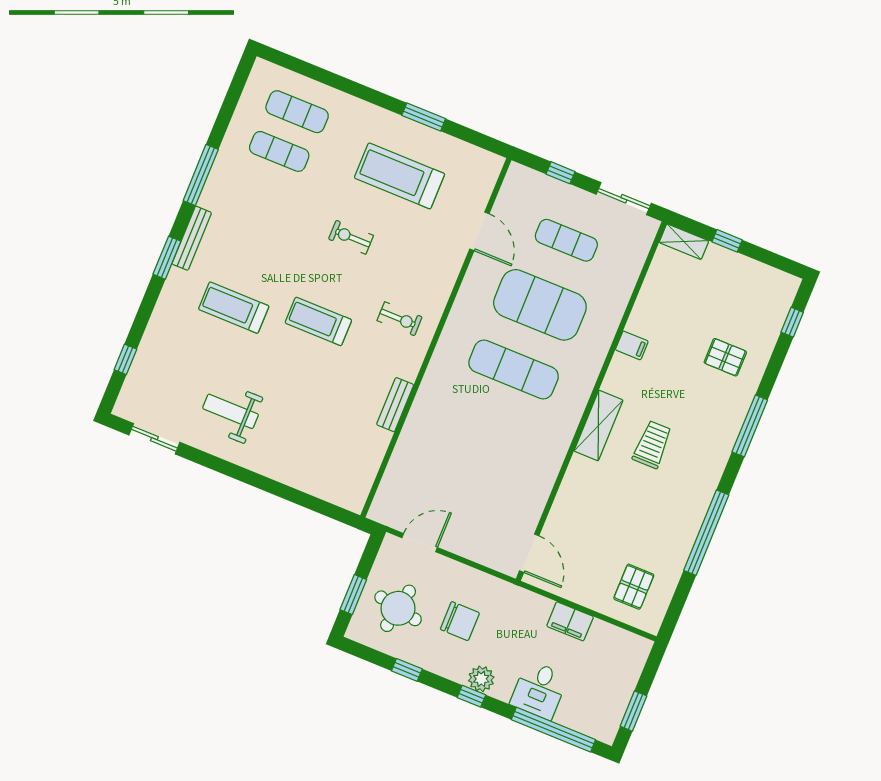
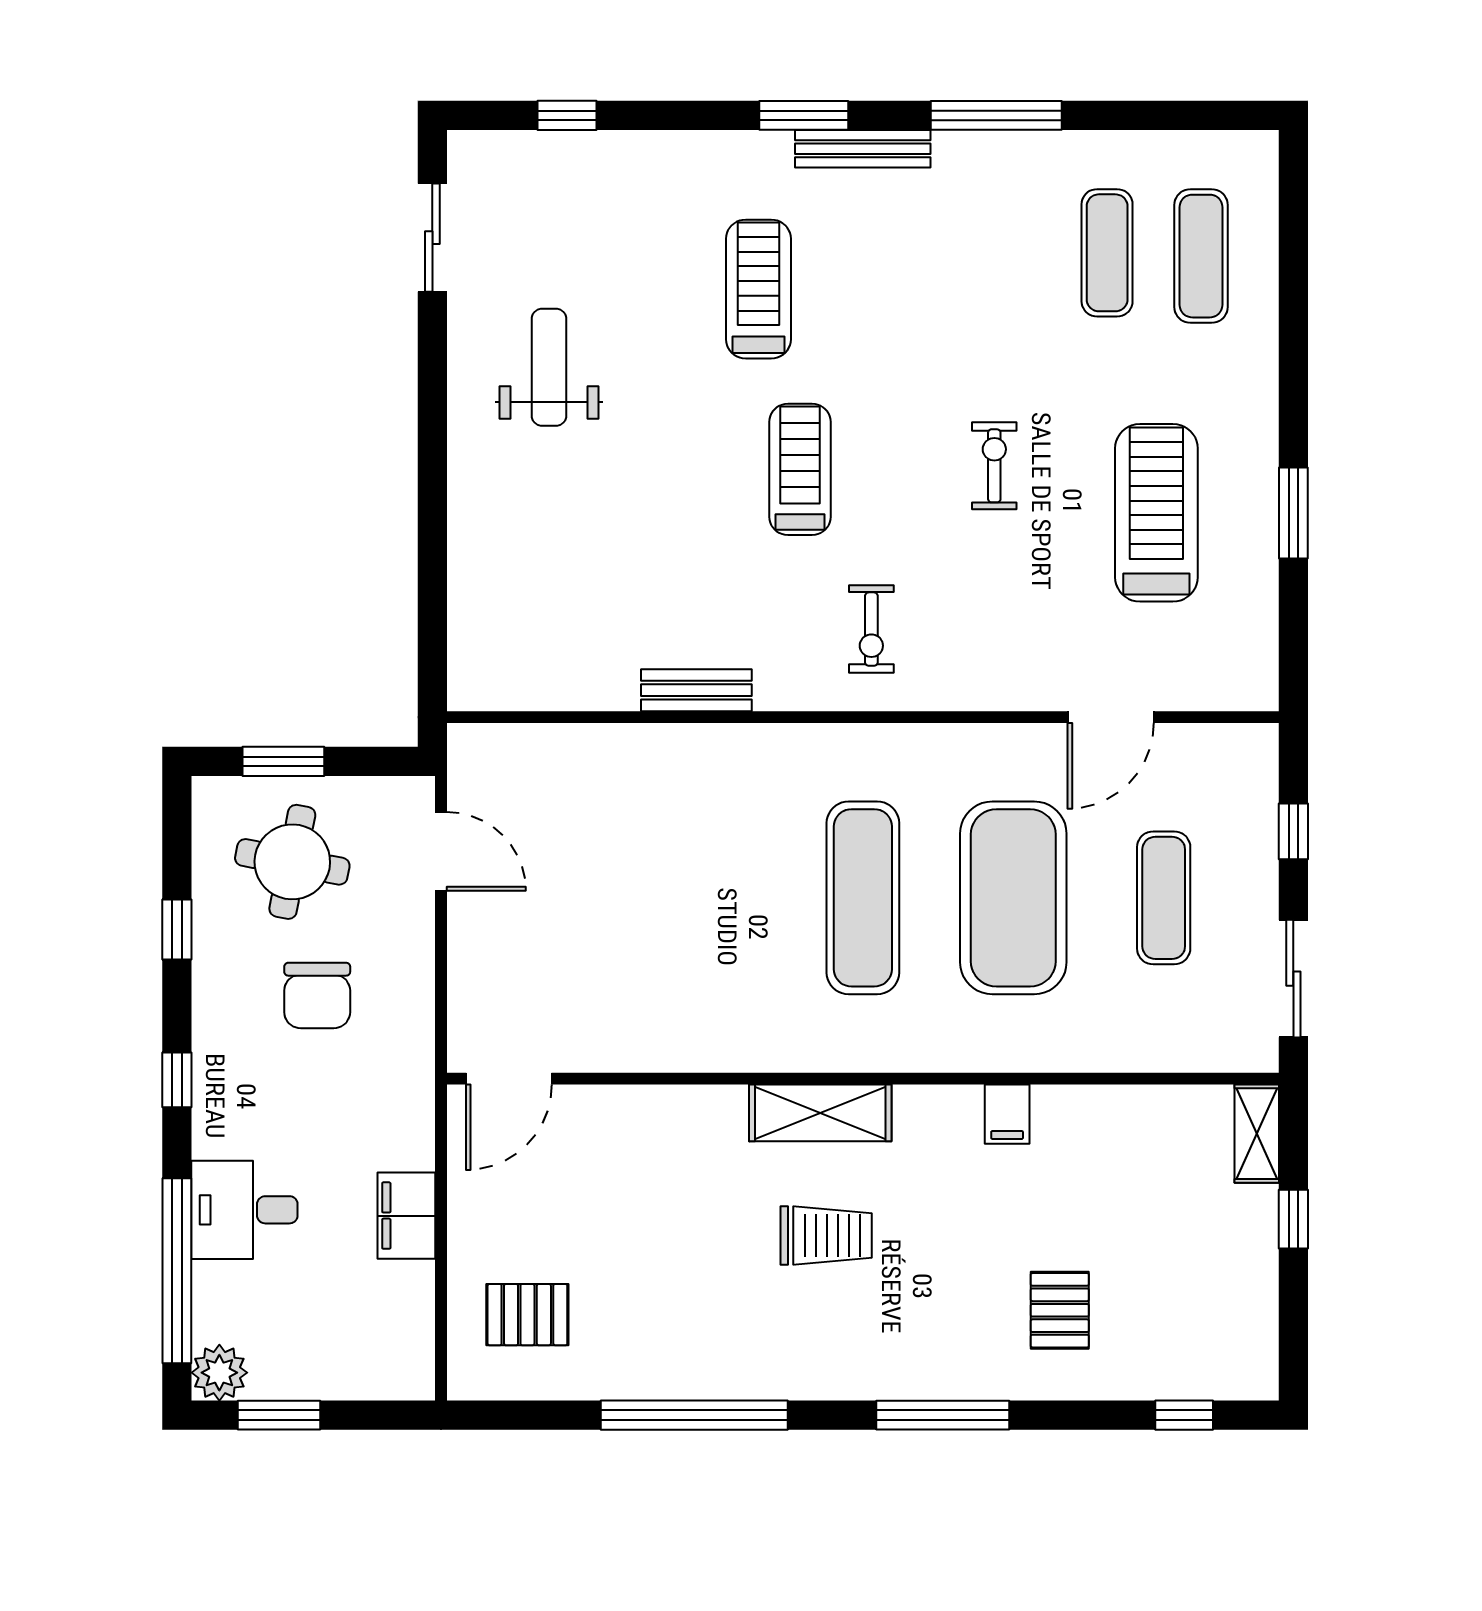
plant: (481, 679) -> (219, 1373), moved

